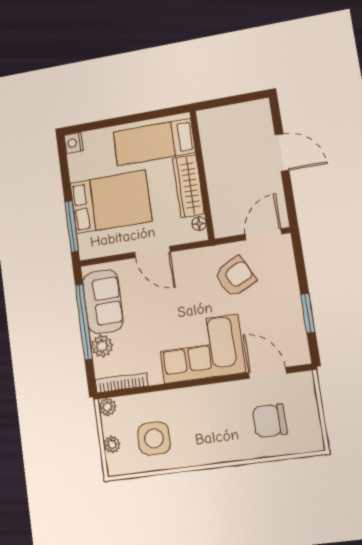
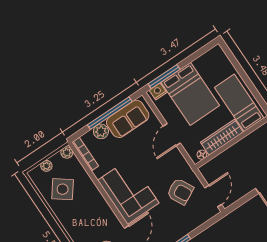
nightstand: (74, 143) -> (158, 91), moved
door: (263, 234) -> (213, 196), hinge flipped
side table: (154, 438) -> (63, 189), turned 37

